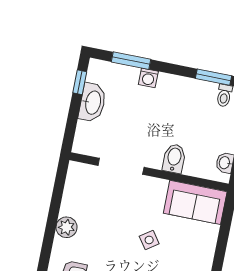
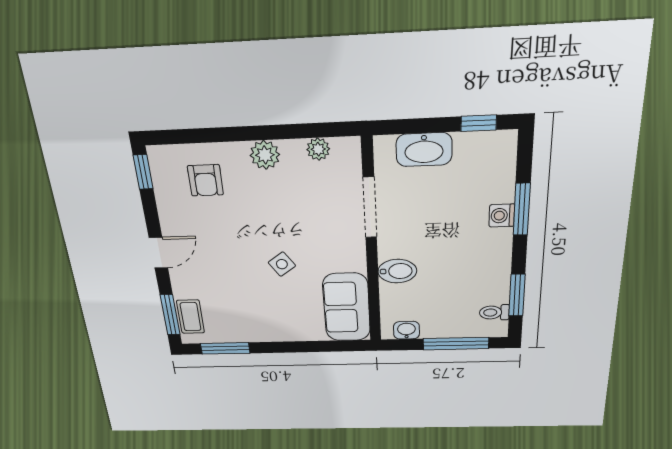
window: (131, 61) -> (522, 209), moved
washbasin: (92, 102) -> (424, 150), moved
plant: (71, 190) -> (318, 149), added

